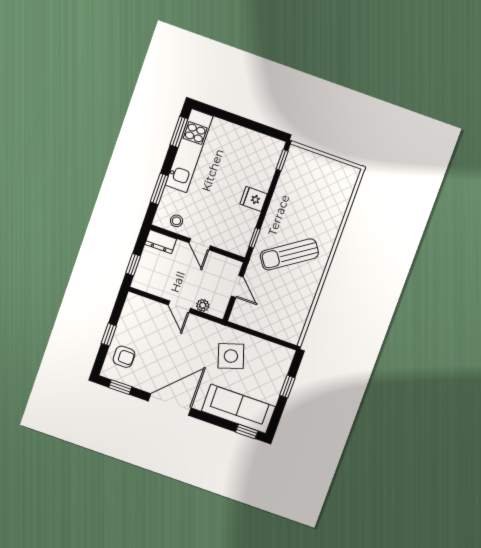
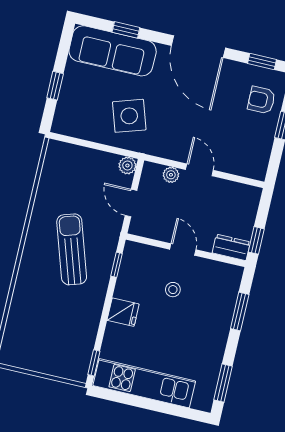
kitchen unit: (189, 151) -> (144, 383), moved, turned 90
stool: (176, 221) -> (173, 290), moved
sun lounger: (289, 254) -> (72, 249), turned -74
window: (133, 265) -> (256, 240), moved
plant: (237, 317) -> (127, 165), added
door: (170, 404) -> (198, 47), hinge flipped
window: (247, 432) -> (126, 30), moved

